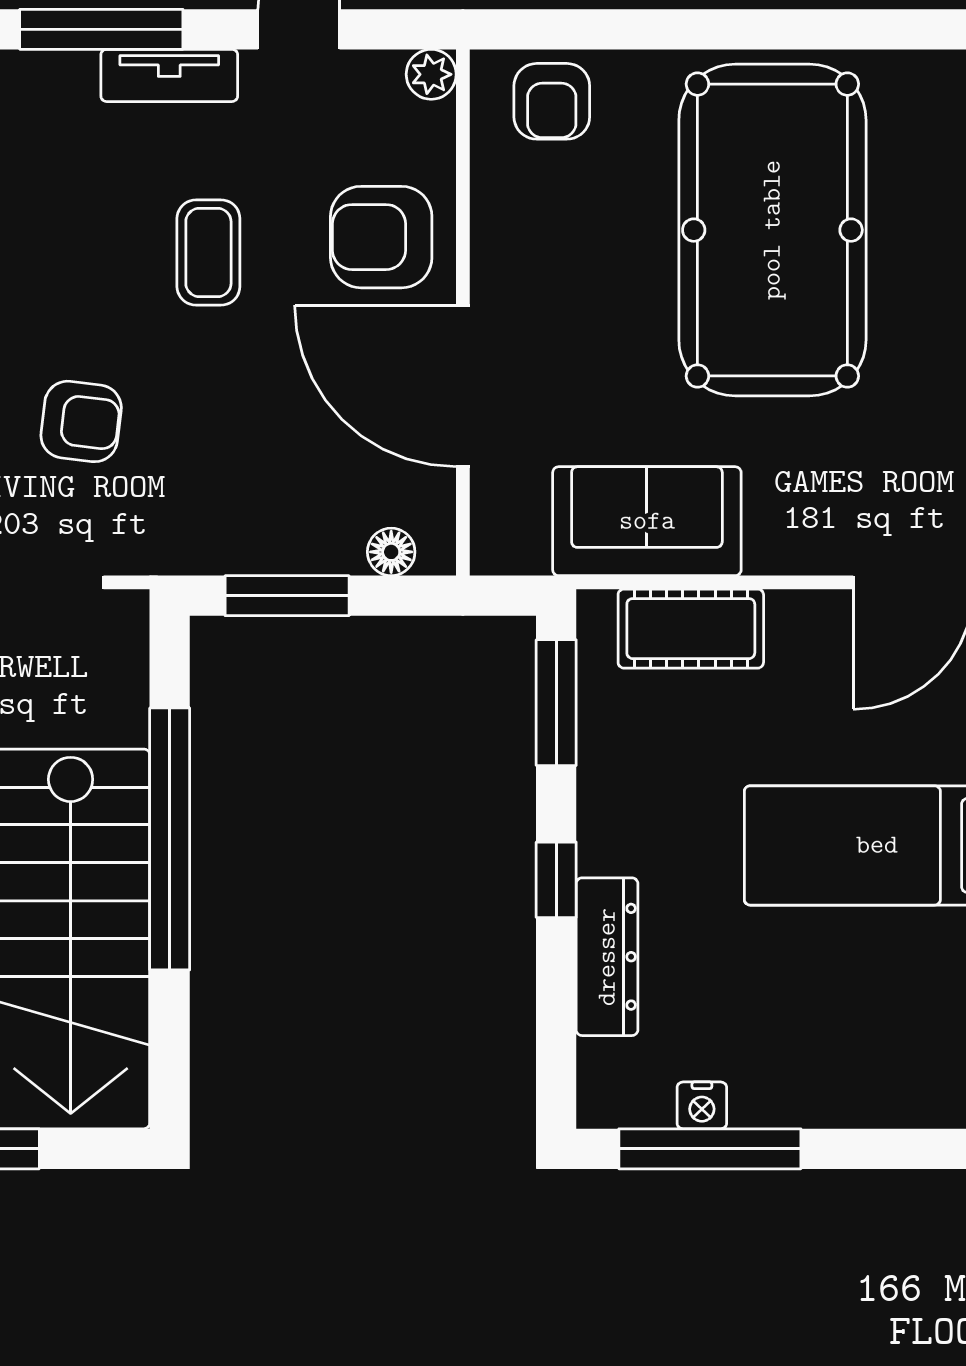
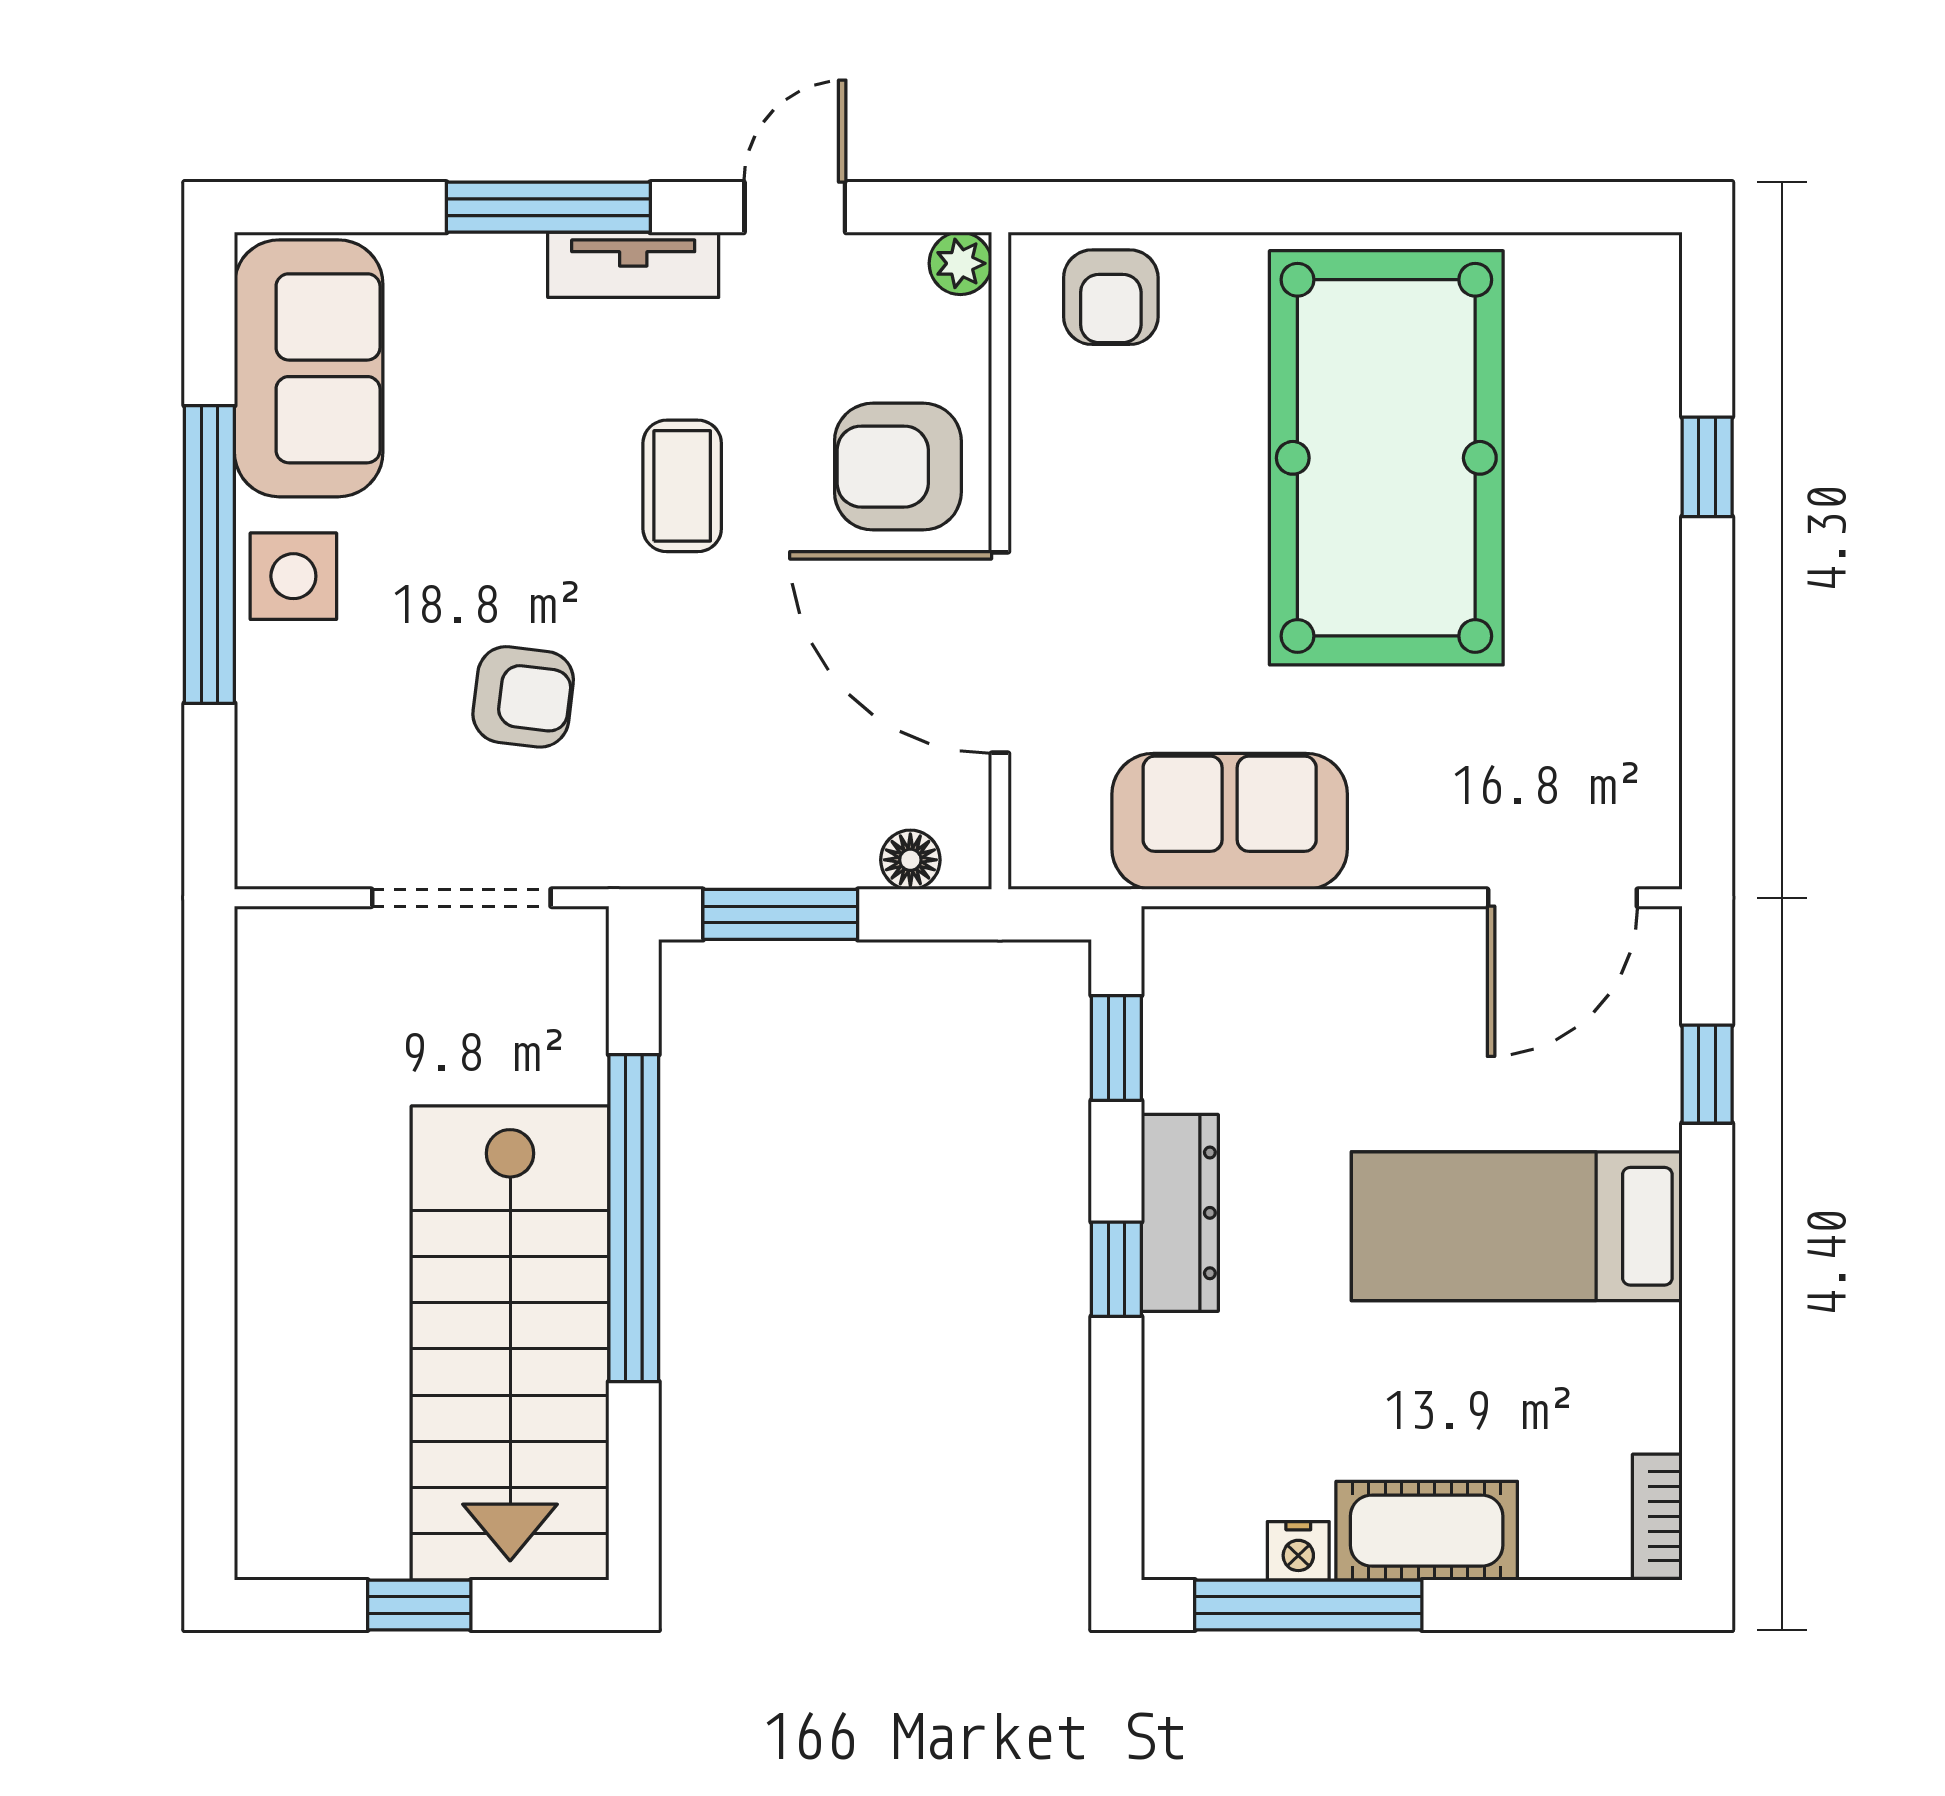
cot: (691, 629) -> (1427, 1531), moved
window: (556, 703) -> (1116, 1048), width x0.67
dresser: (607, 957) -> (1180, 1213), moved

